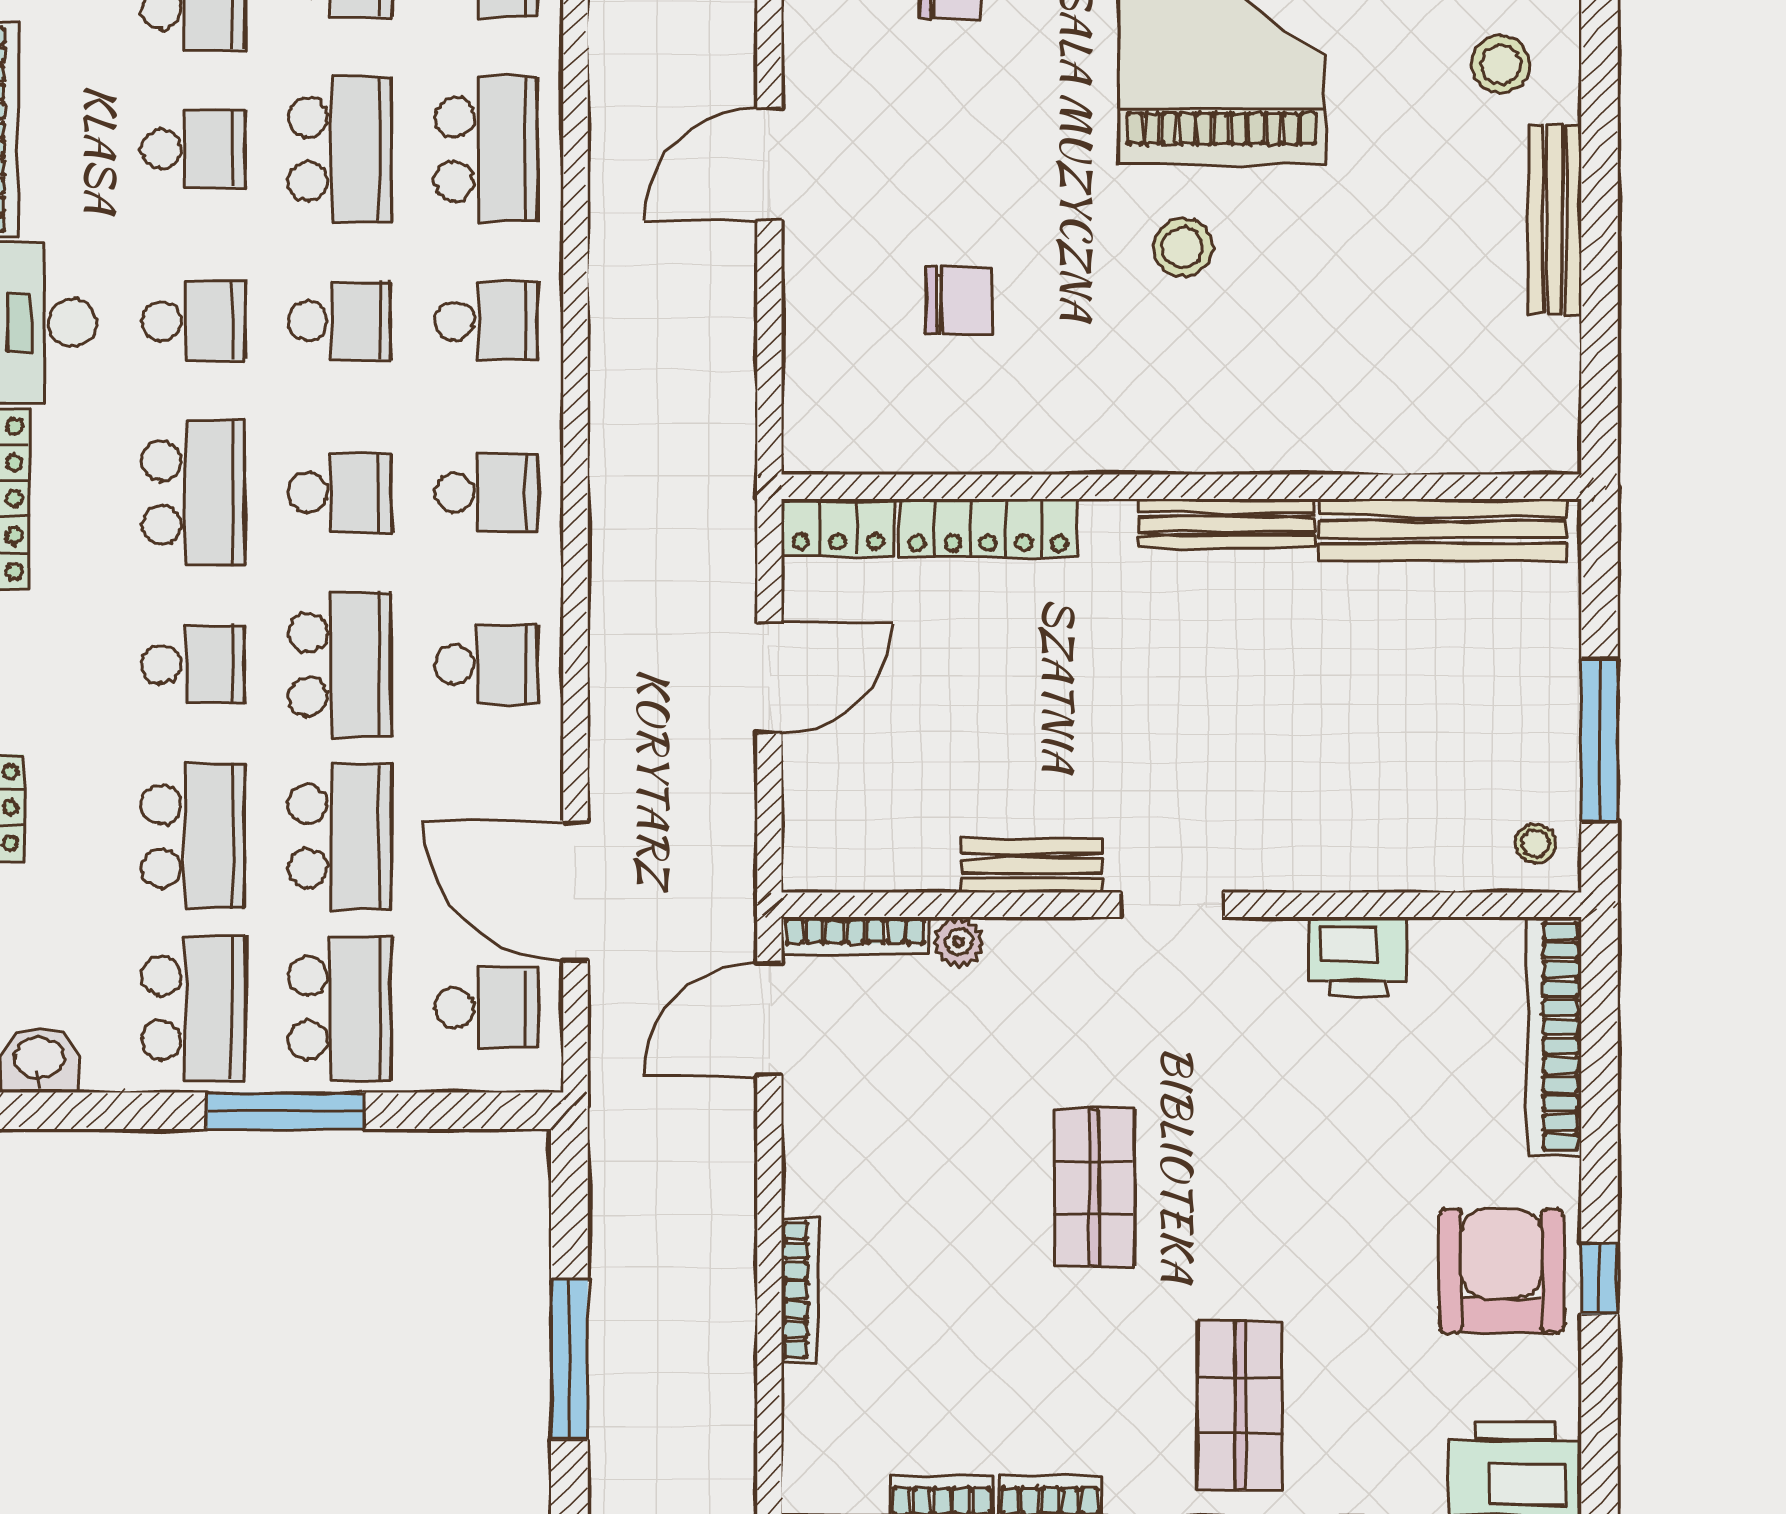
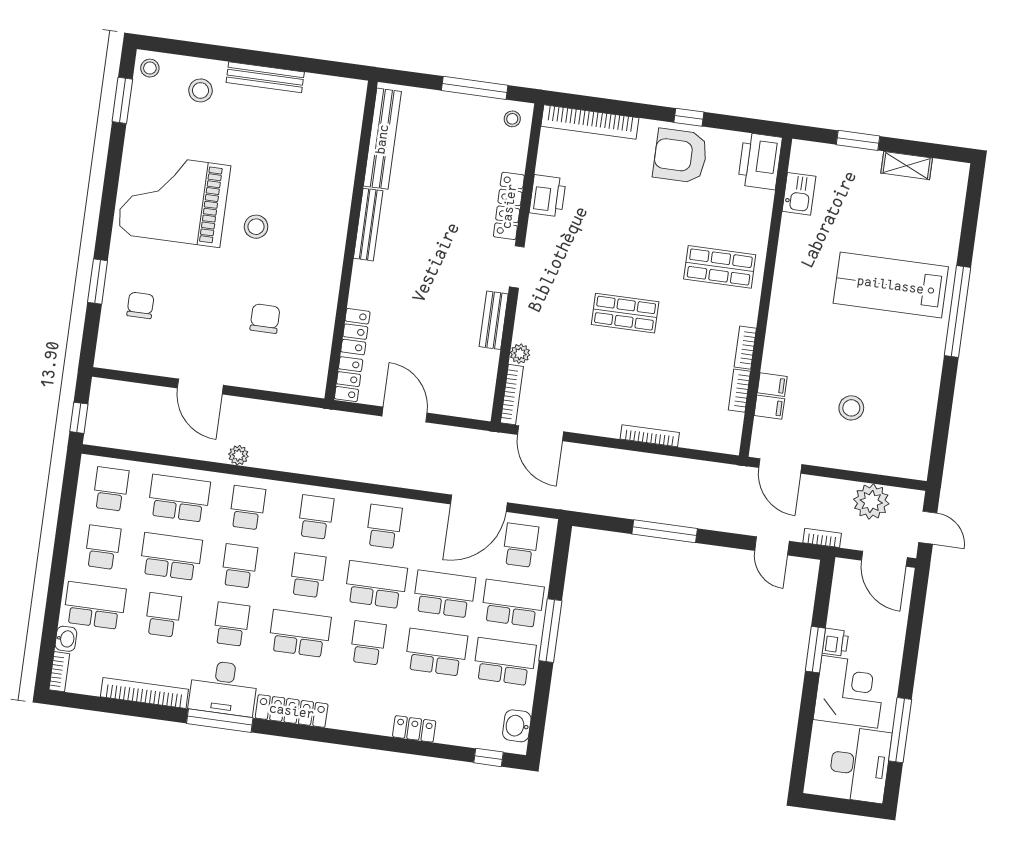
plant: (613, 281) -> (238, 455), added
locker: (988, 528) -> (355, 332), width x0.66
locker: (1320, 865) -> (509, 206), added

